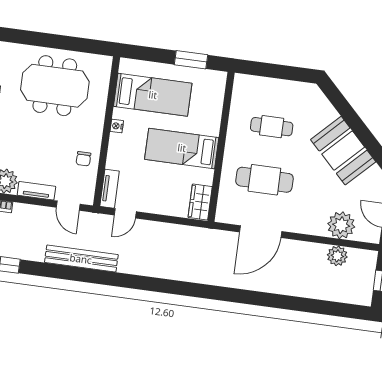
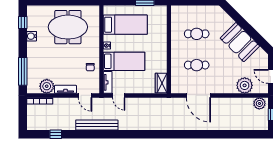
bed: (182, 148) -> (124, 61), moved, turned 180
cafe table: (264, 180) -> (197, 65), width x0.73, depth x0.74
door: (125, 213) -> (119, 95), hinge flipped
door: (261, 232) -> (198, 95), hinge flipped
plant: (337, 256) -> (259, 103), moved

